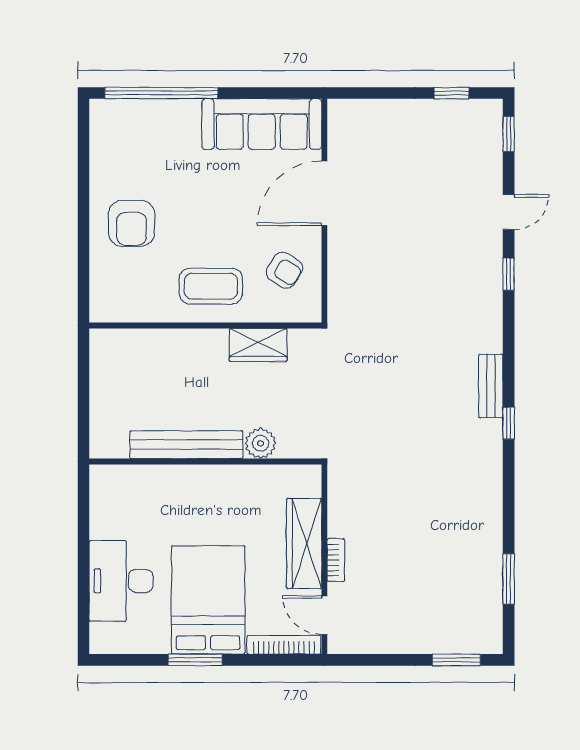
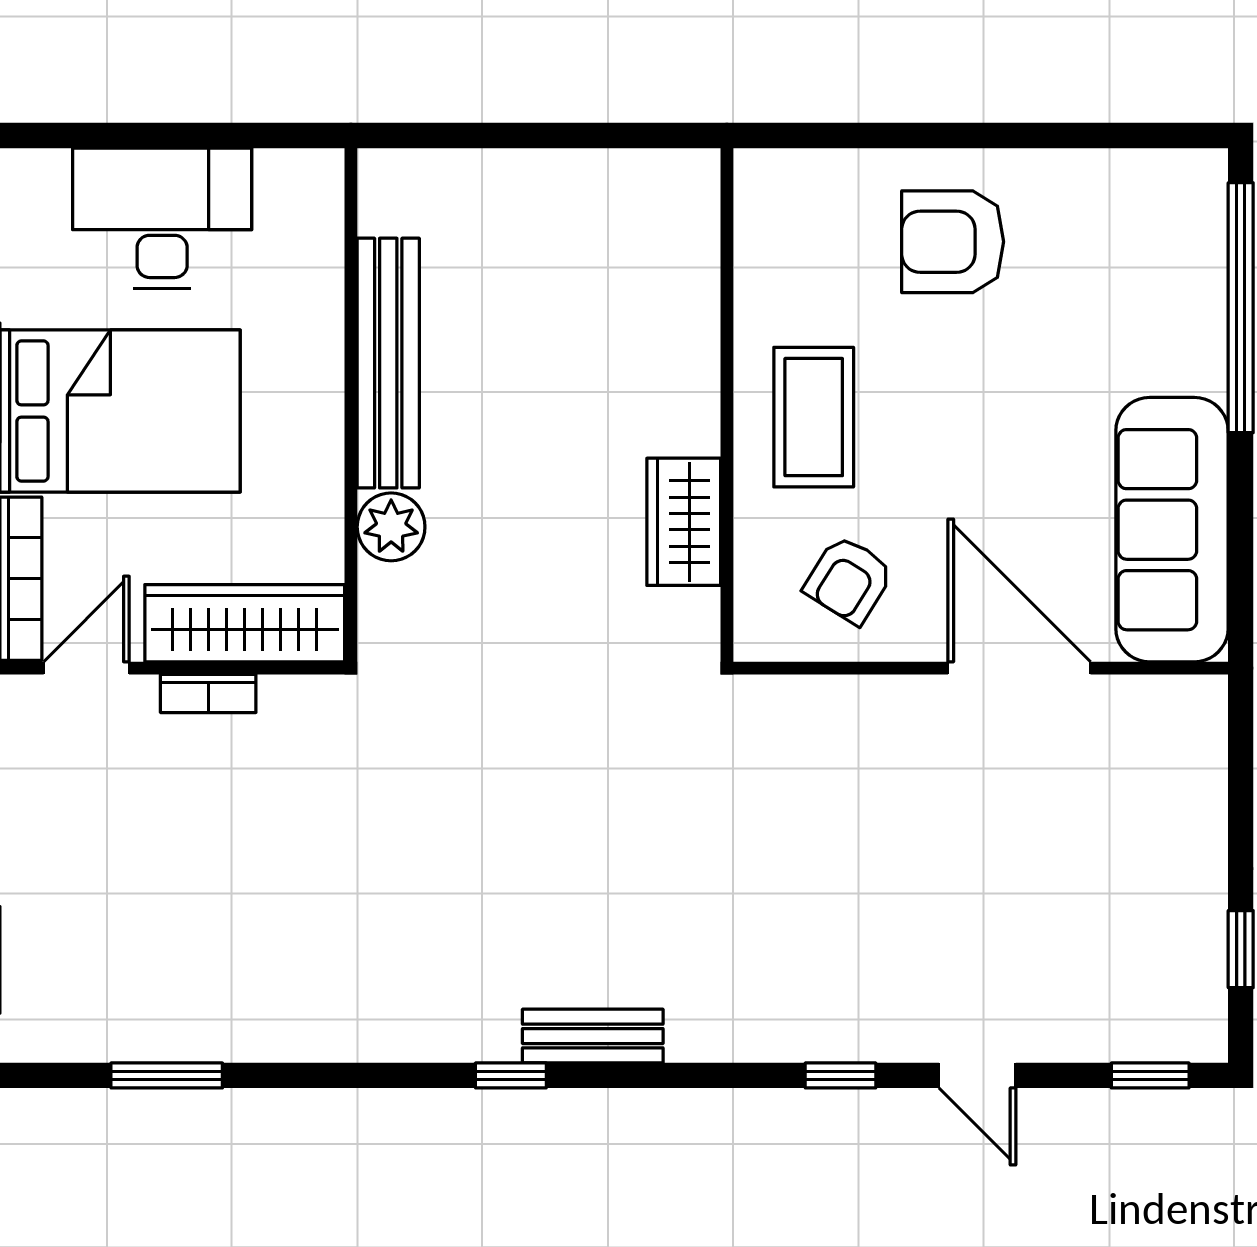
plant: (260, 443) -> (391, 527), moved
bench: (186, 445) -> (388, 363), moved
wall: (205, 461) -> (351, 405), moved

